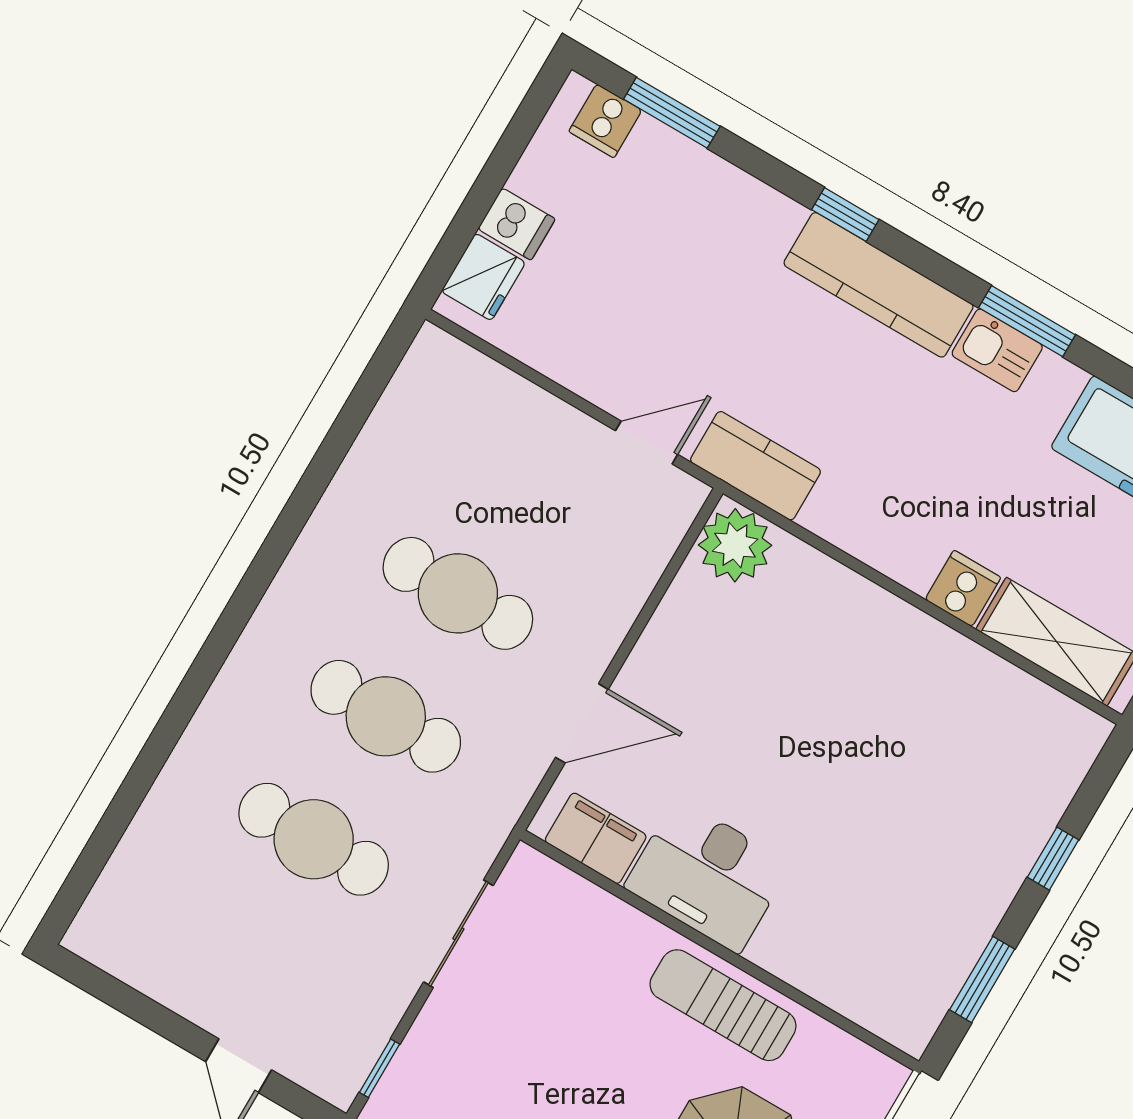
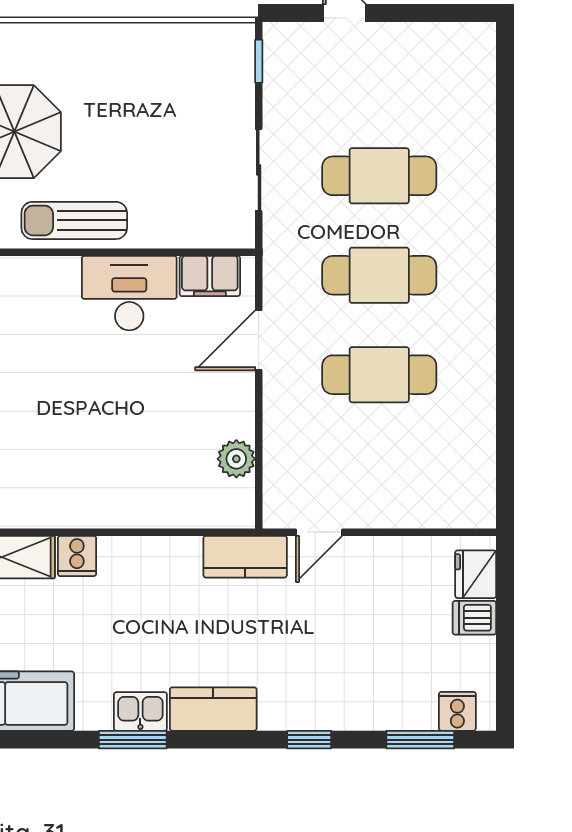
window: (845, 215) -> (309, 740), moved
kitchen counter: (879, 285) -> (213, 709), width x0.67
plant: (735, 545) -> (236, 459), moved, width x0.73, depth x0.73
sun lounger: (723, 1005) -> (74, 220), turned 180

